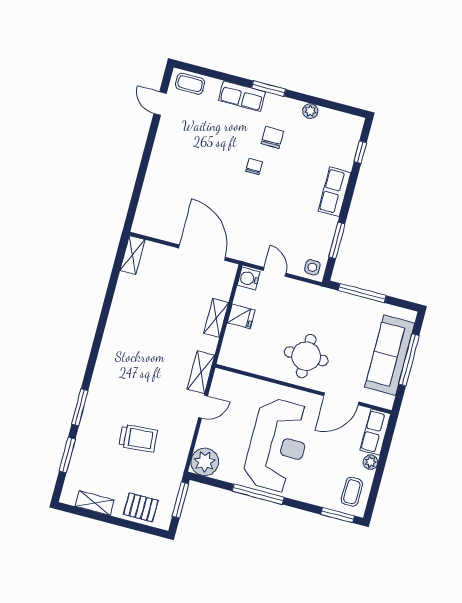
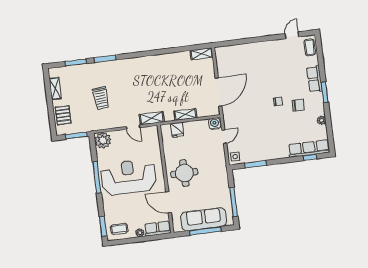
row of seats: (334, 192) -> (309, 149), moved, width x1.48
window: (362, 293) -> (234, 202), moved
fridge: (241, 316) -> (177, 130), moved
reception desk: (278, 445) -> (128, 177), turned 180

